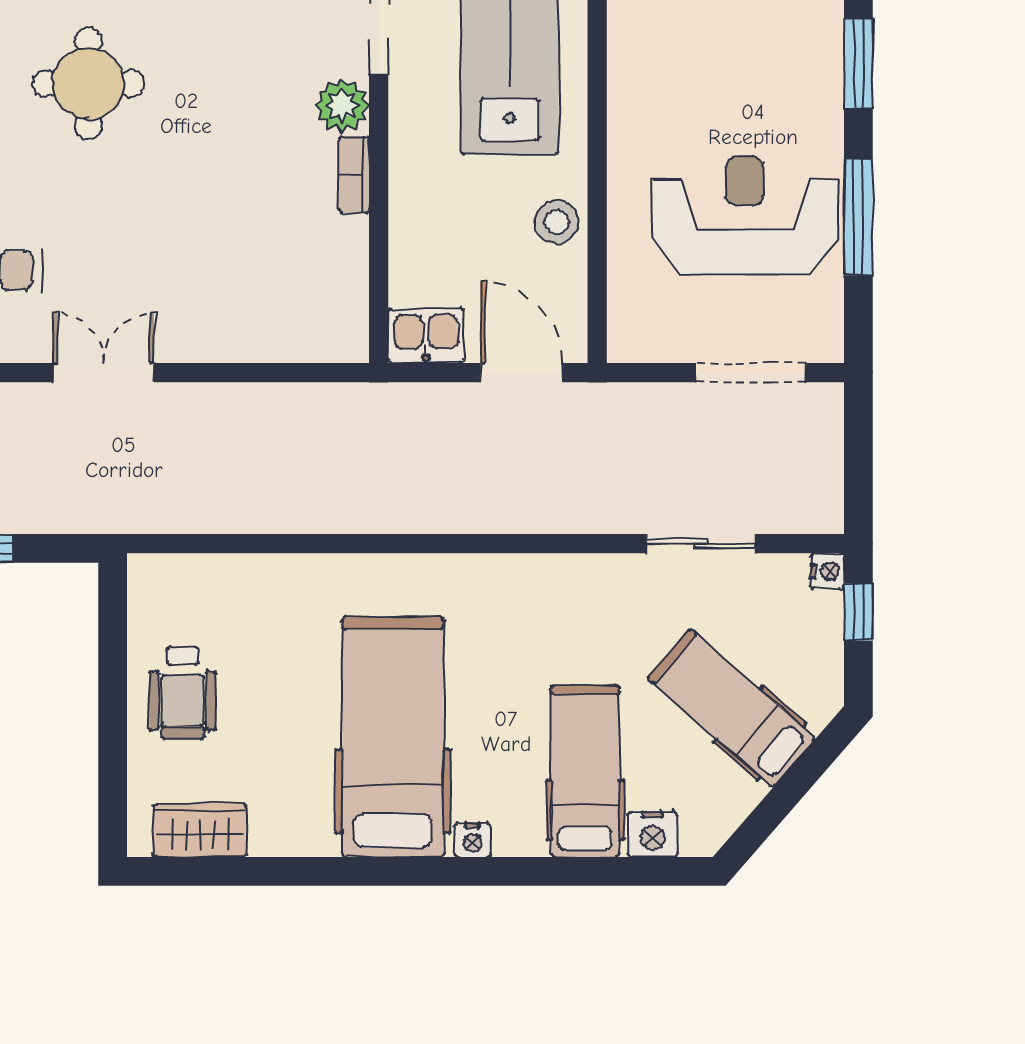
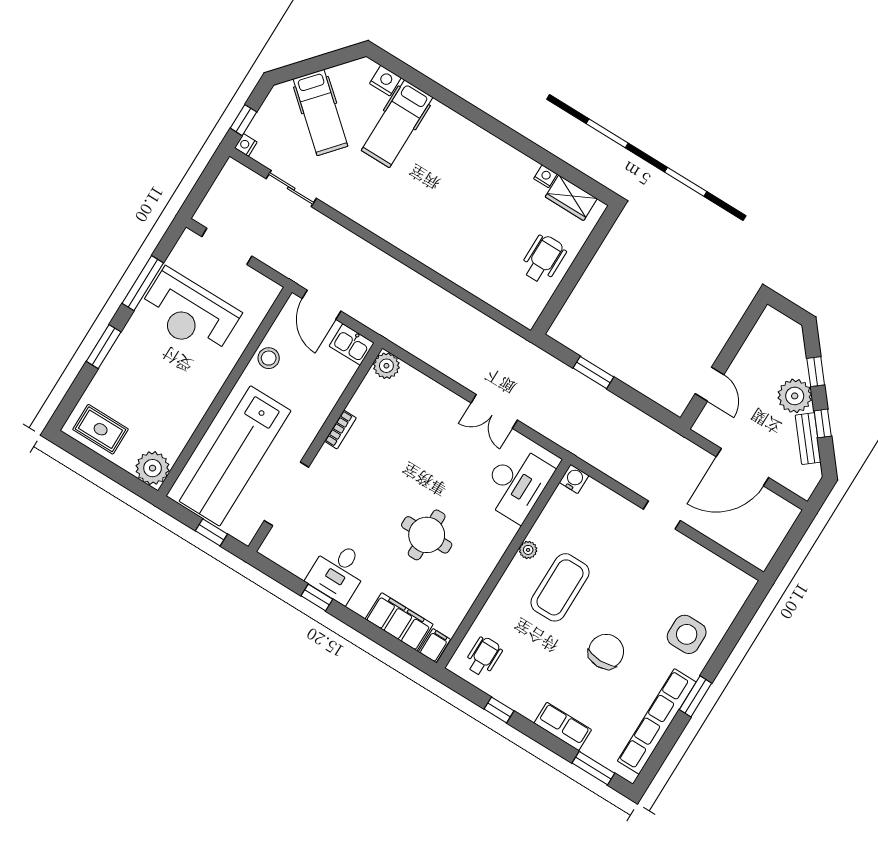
plant: (342, 106) -> (386, 366), moved
hospital bed: (393, 737) -> (468, 187), removed
nightstand: (473, 840) -> (545, 176), moved

